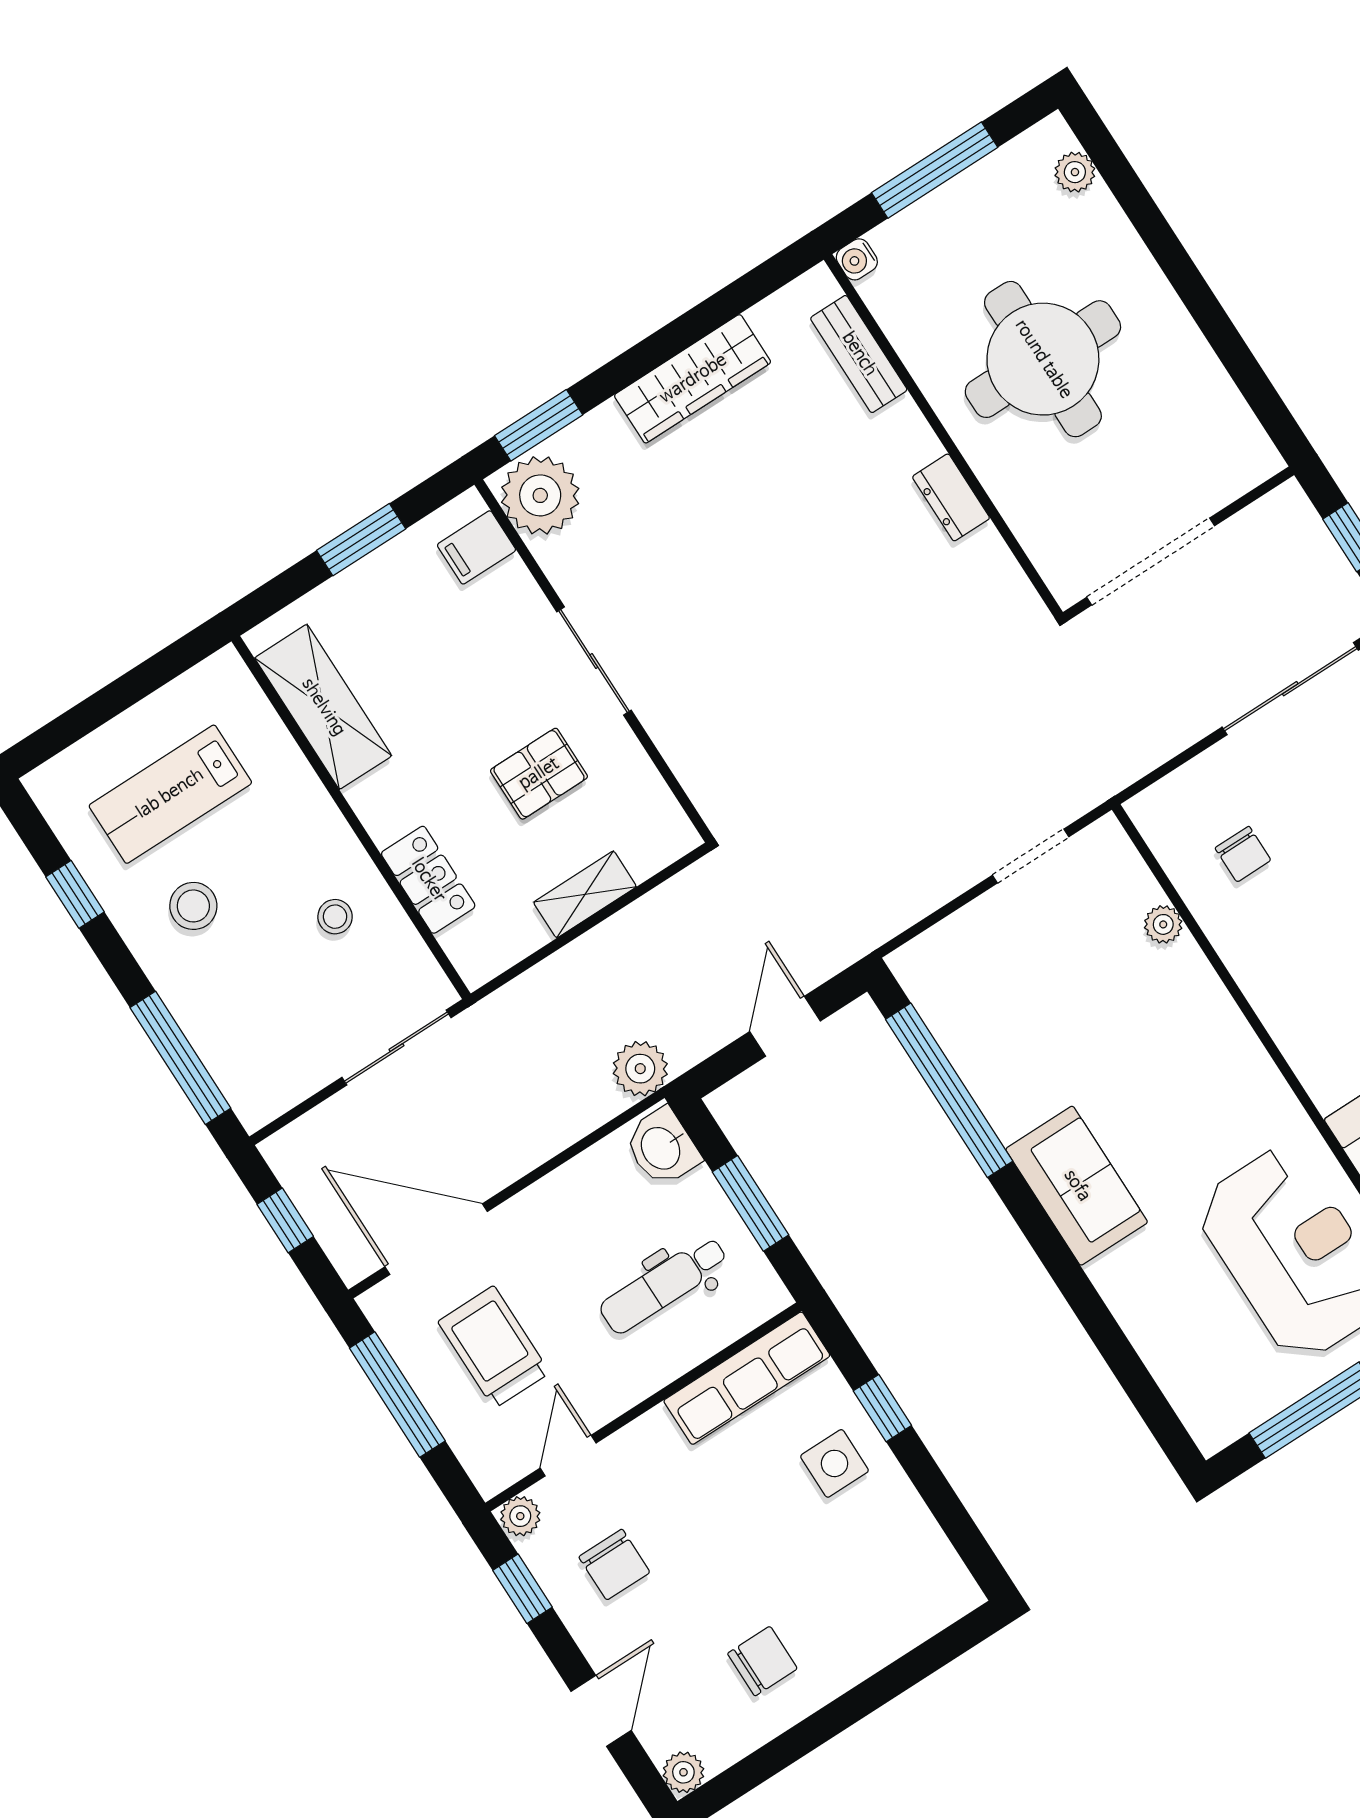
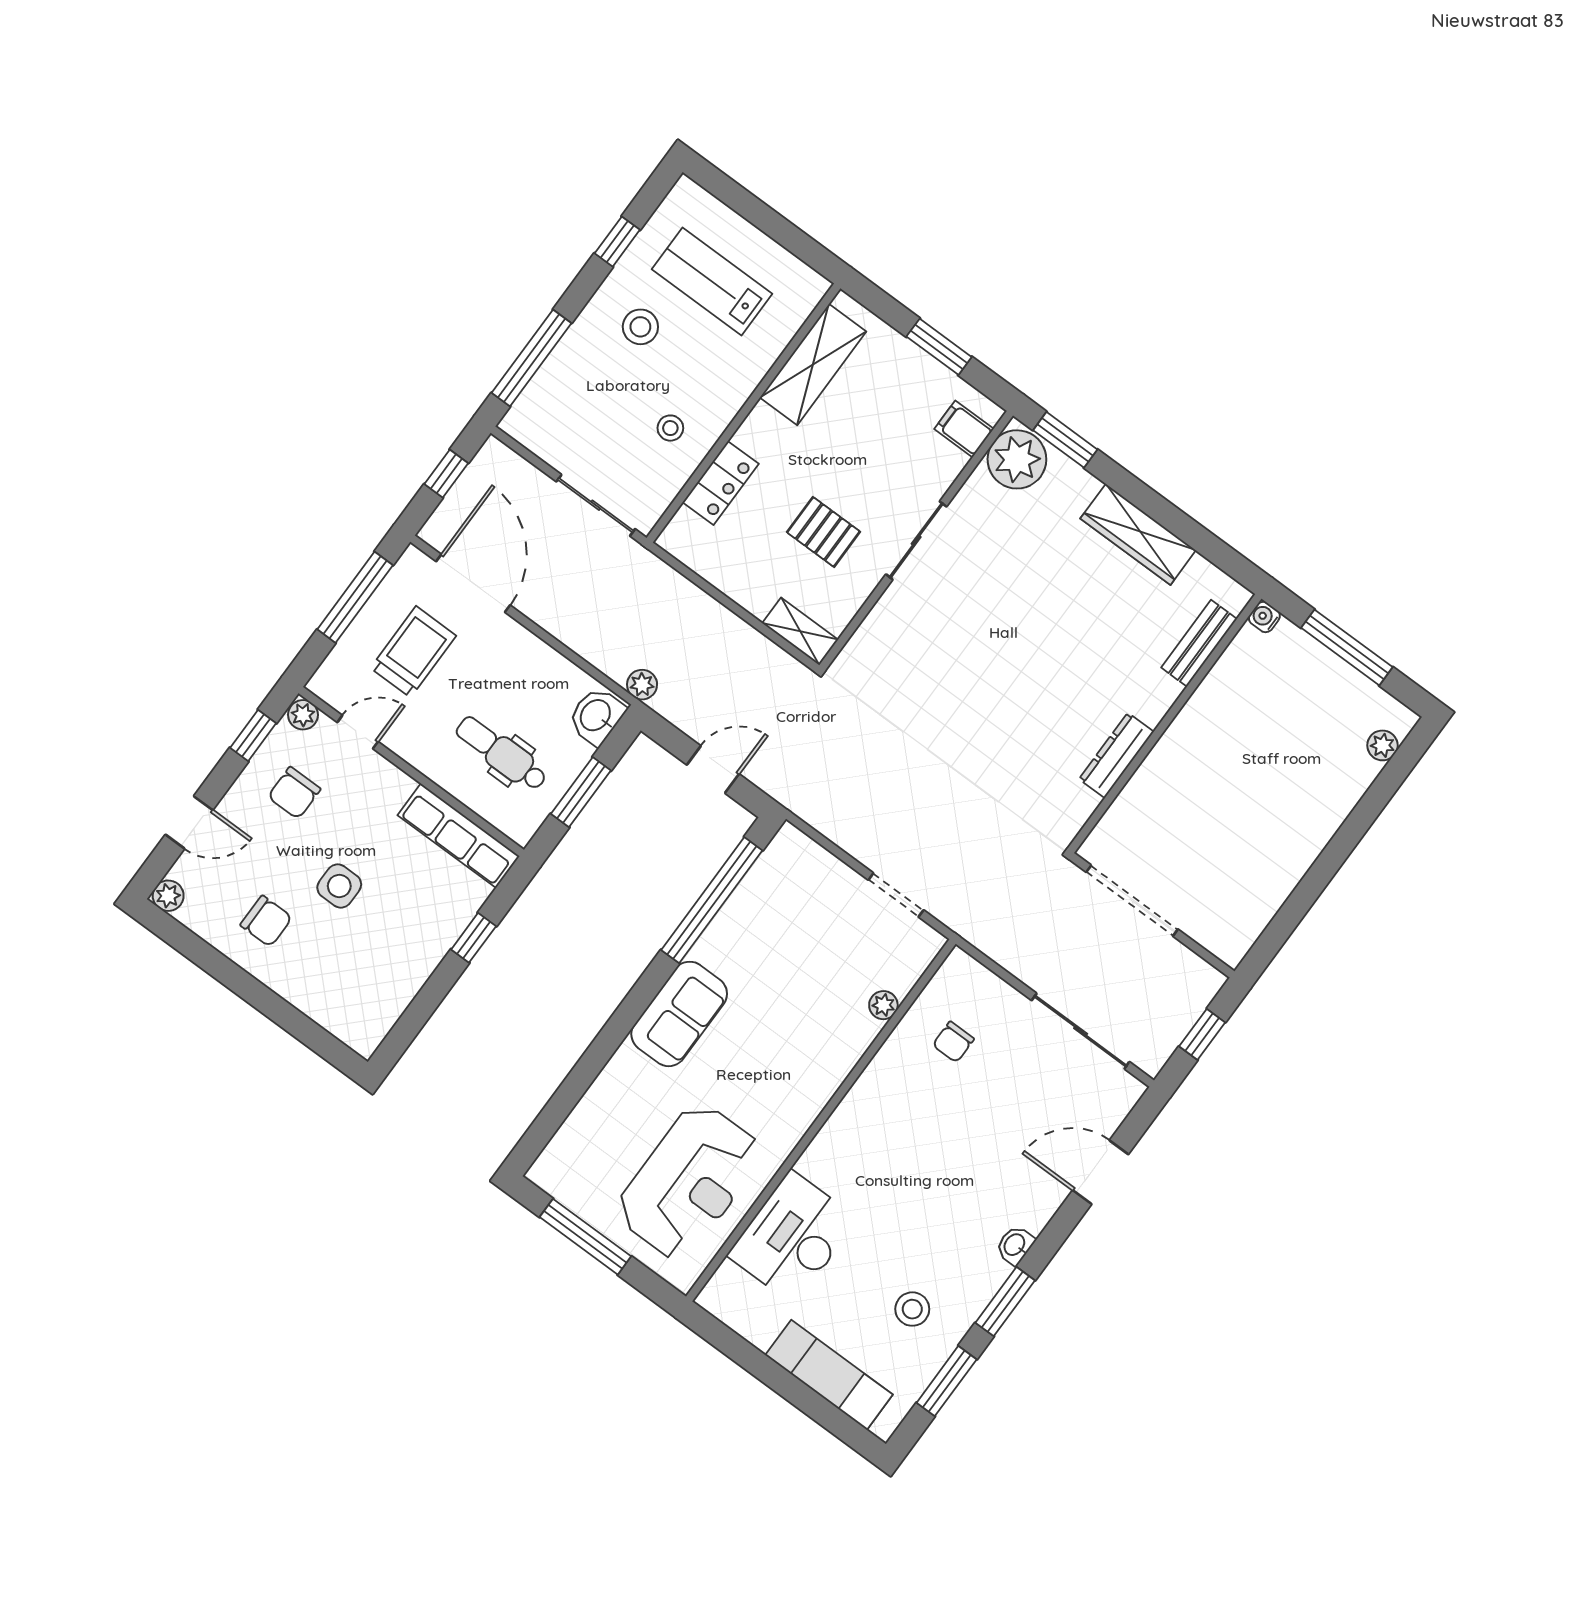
round table: (1043, 359) -> (1244, 773), removed
dresser: (951, 497) -> (1116, 755), width x1.44
shelving: (585, 894) -> (800, 631), moved
plant: (640, 1069) -> (642, 685), width x0.73, depth x0.73
side table: (835, 1463) -> (339, 886), moved

